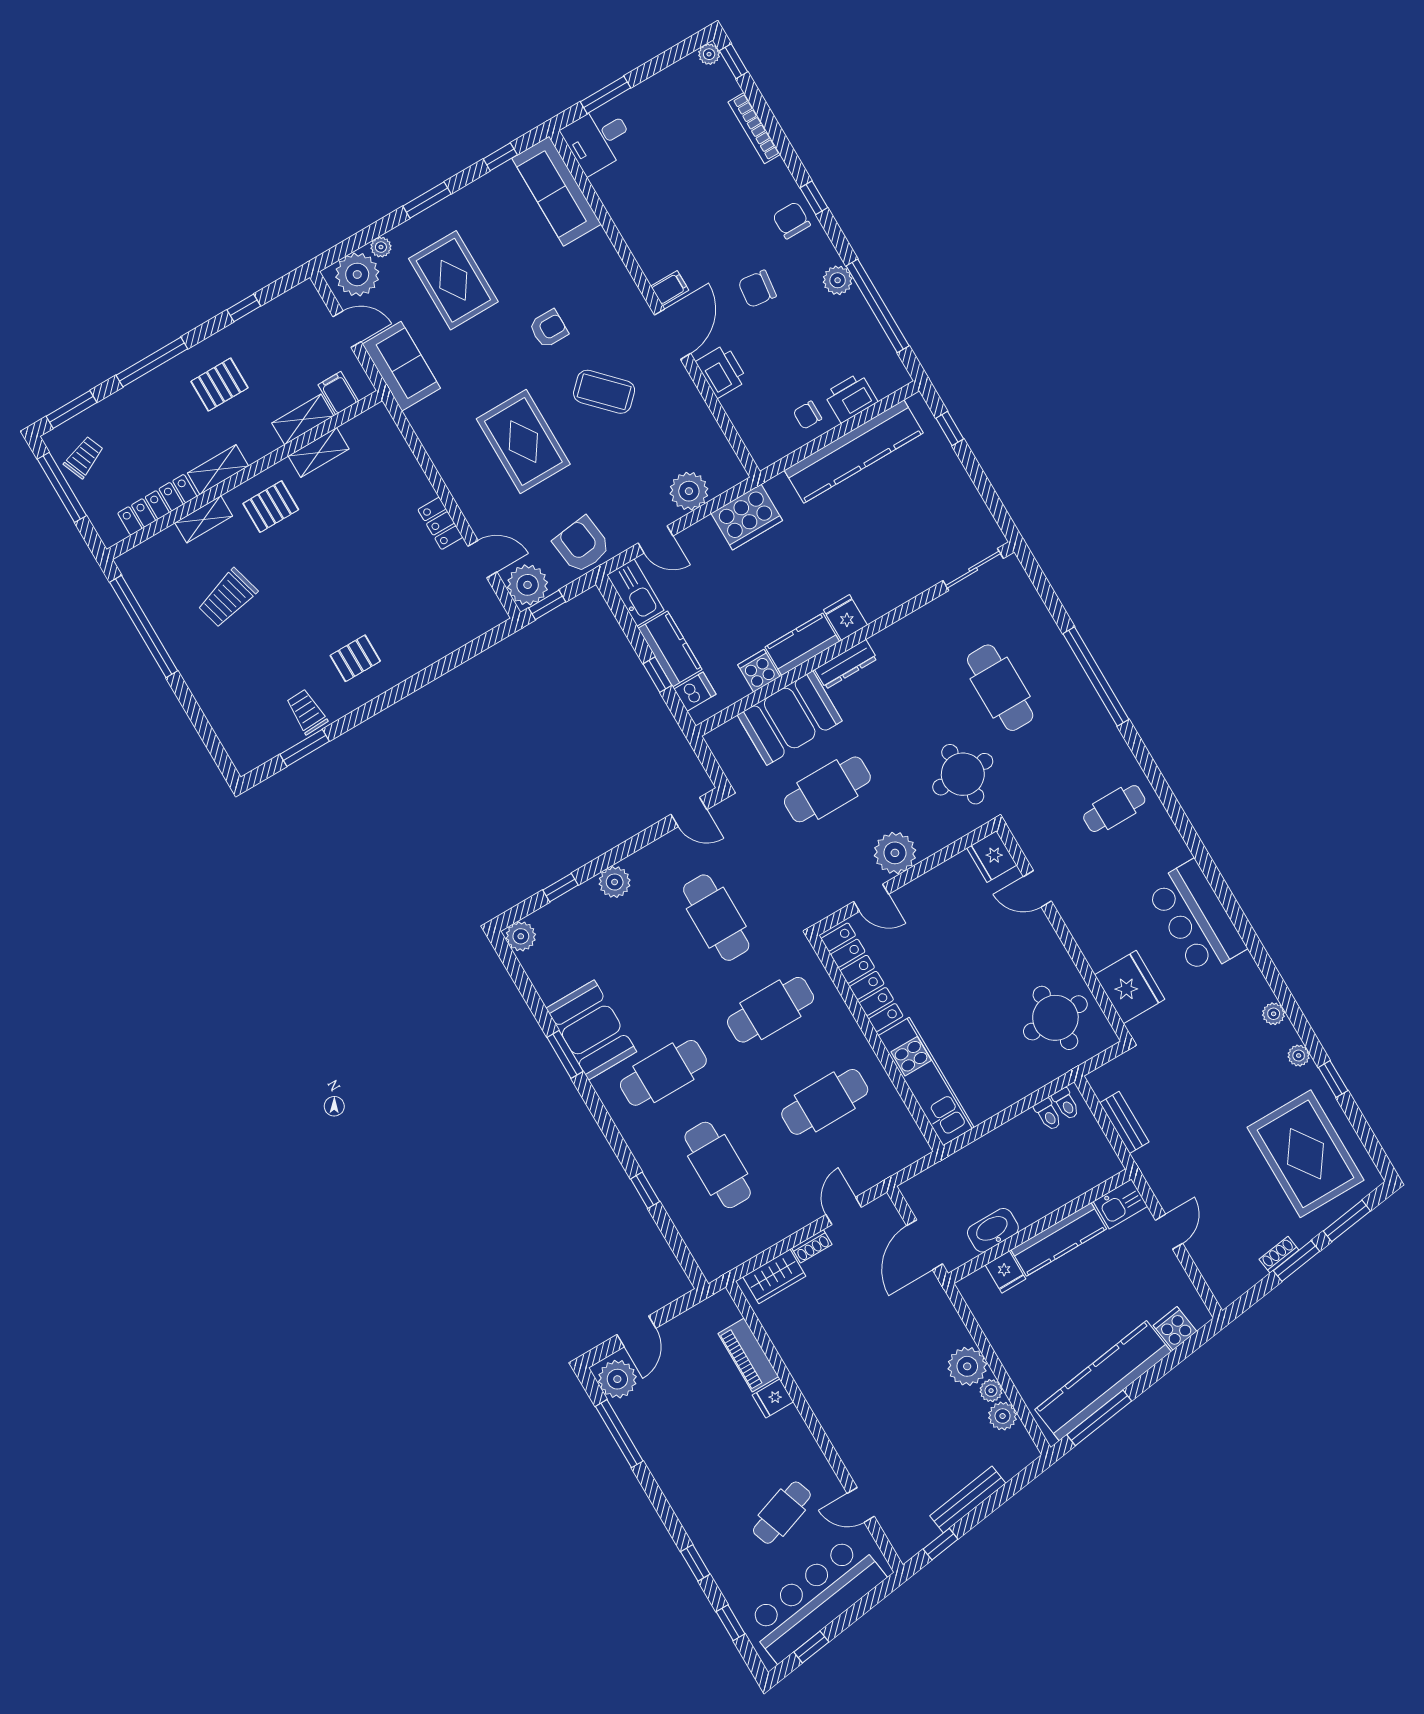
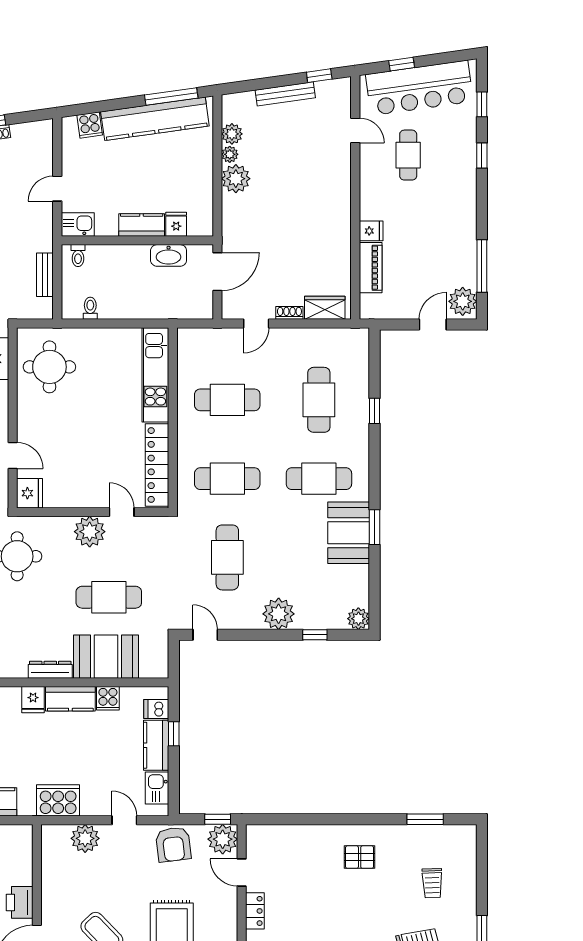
kitchen sink: (635, 593) -> (157, 788), width x0.73
trolley: (307, 712) -> (432, 883), moved
plant: (615, 882) -> (279, 614), width x1.36, depth x1.36
toilet: (1066, 1104) -> (78, 256), moved, turned 180
kitchen counter: (1059, 1239) -> (142, 225), width x0.67
cafe table: (782, 1513) -> (408, 155), turned -71
window: (811, 1647) -> (402, 64), moved

